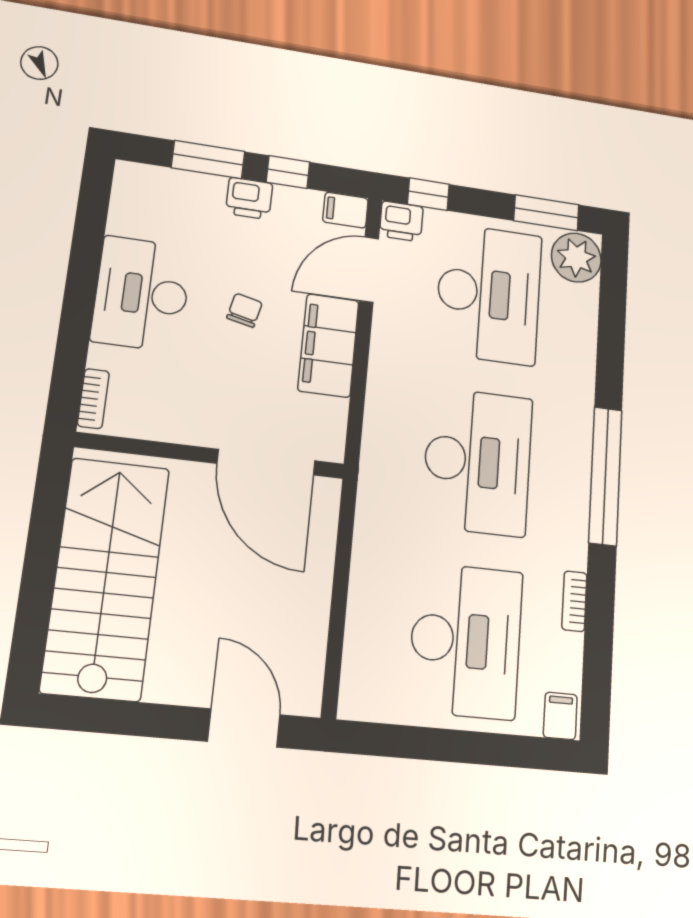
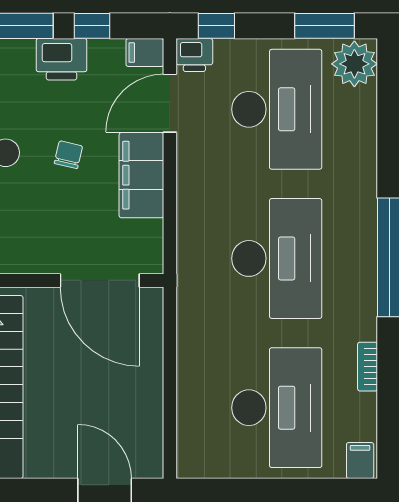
printer: (249, 198) -> (62, 59), width x1.36, depth x1.24

